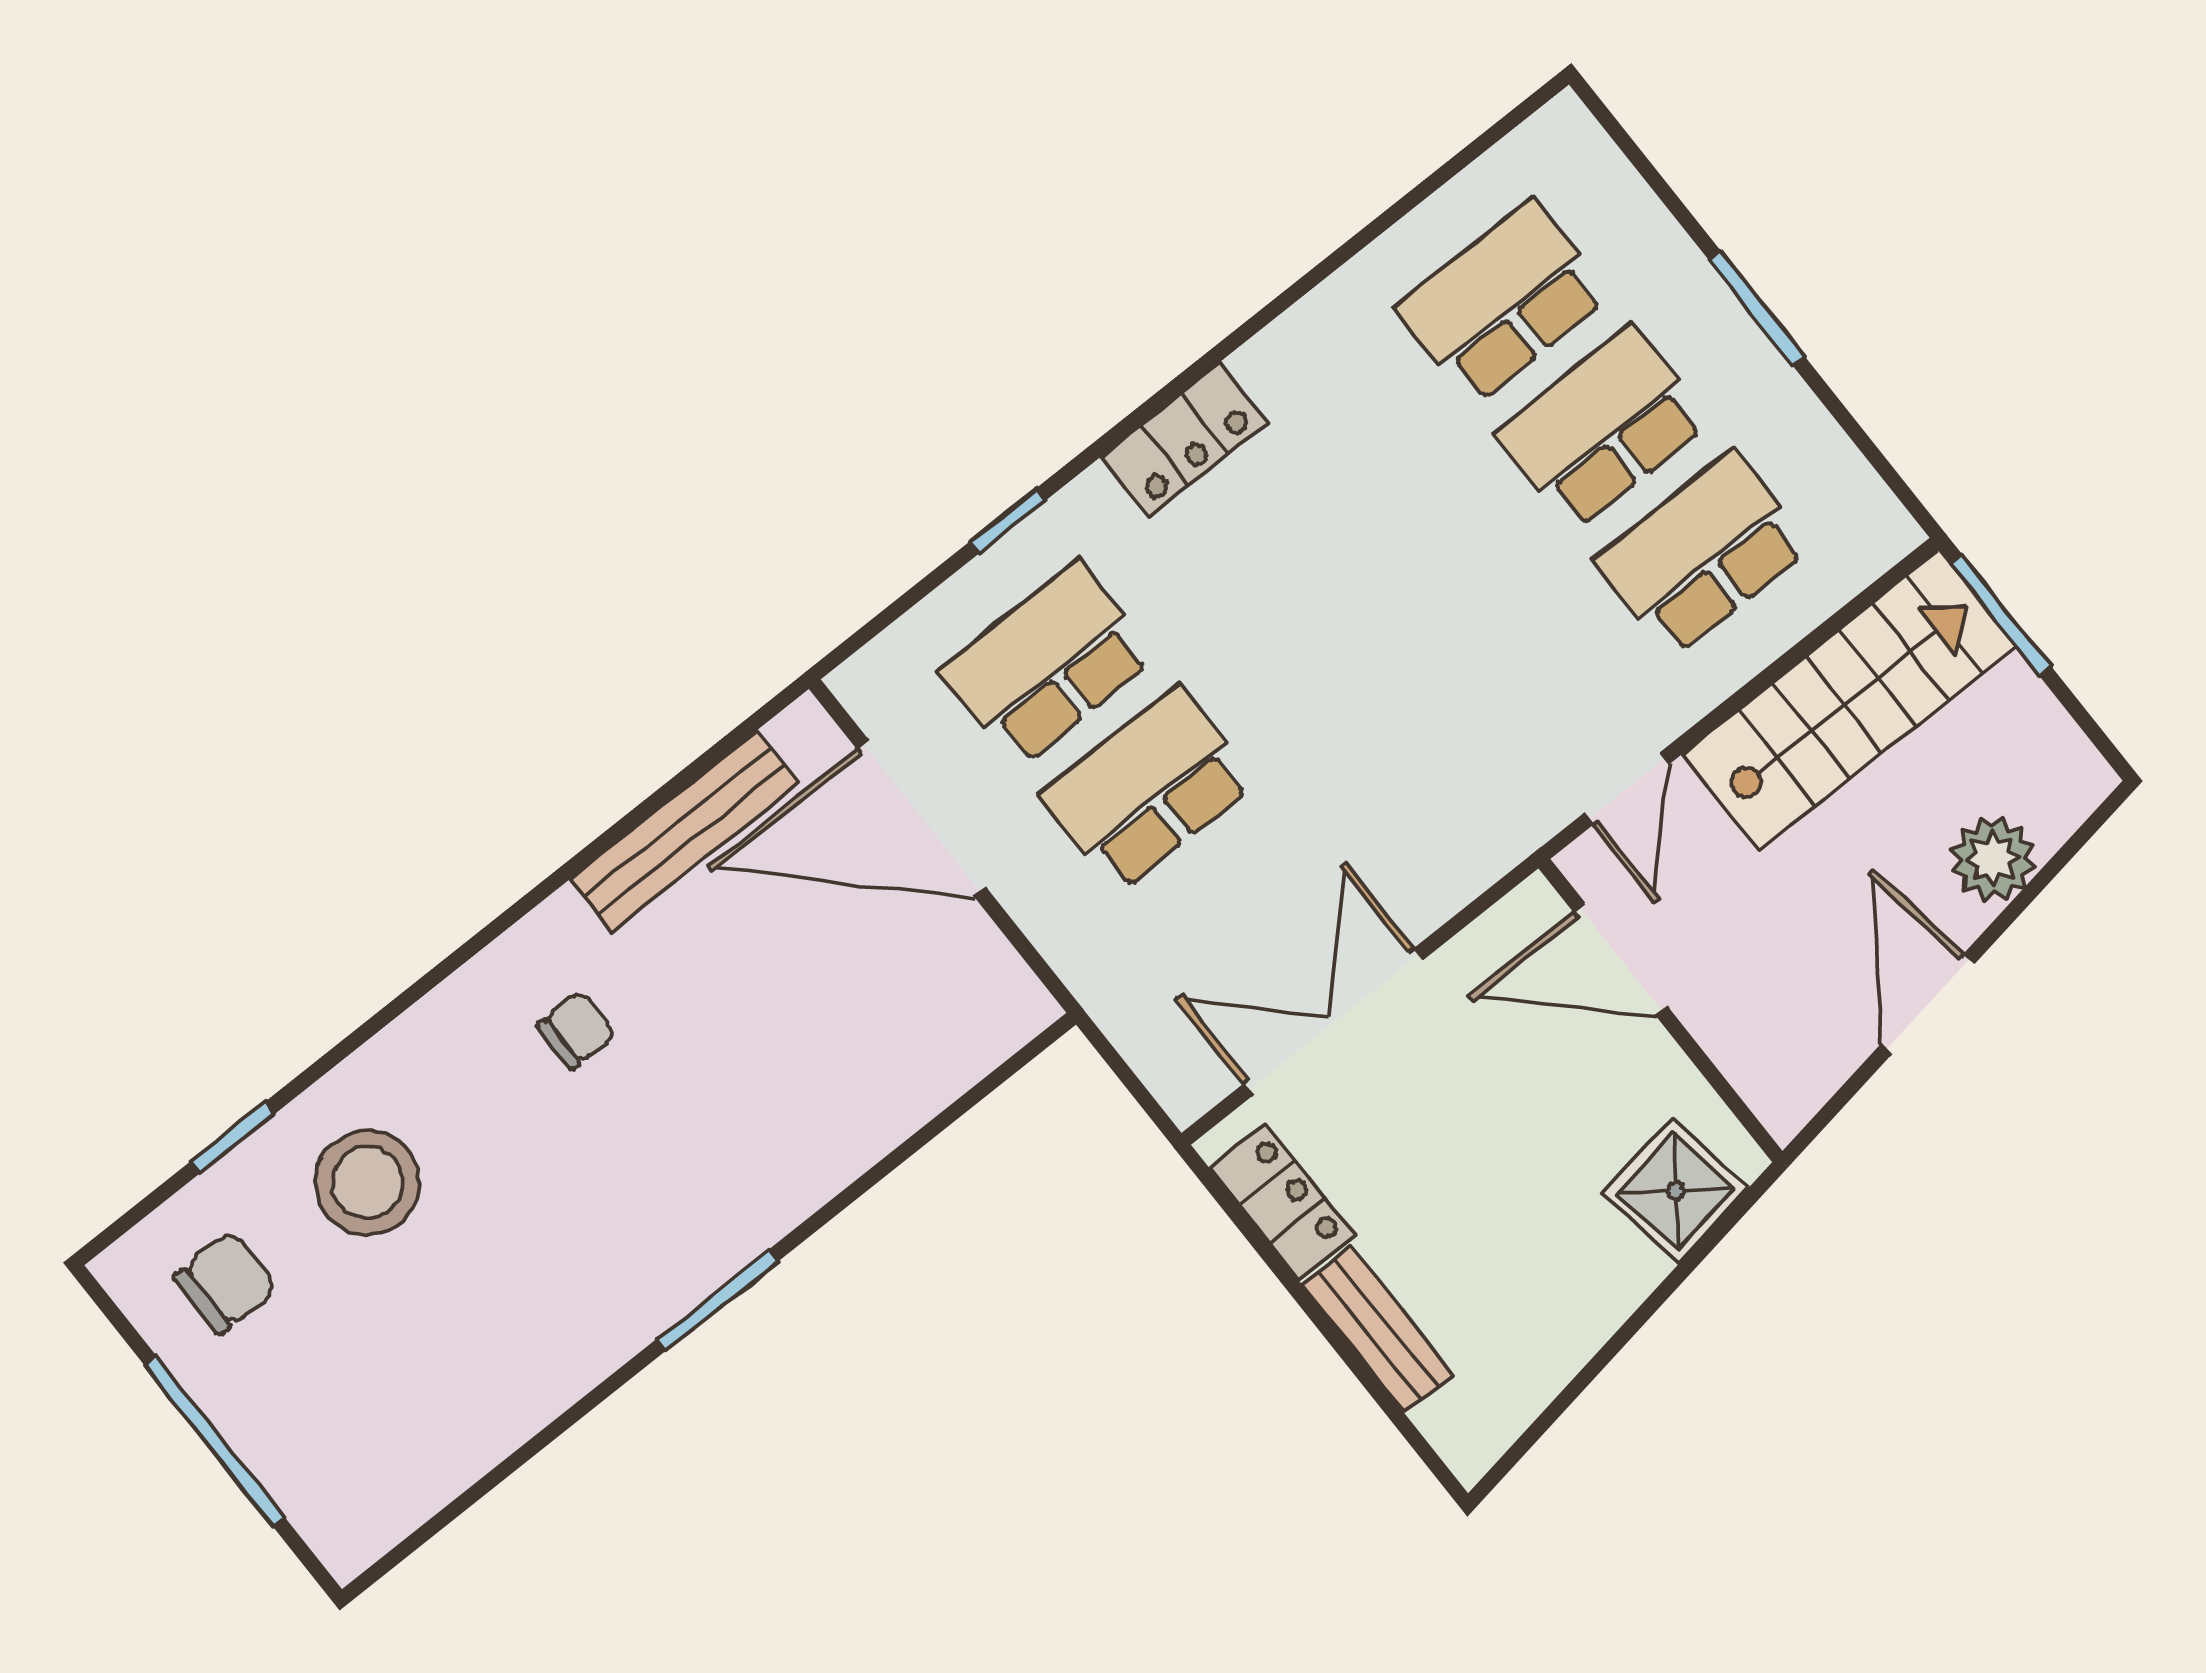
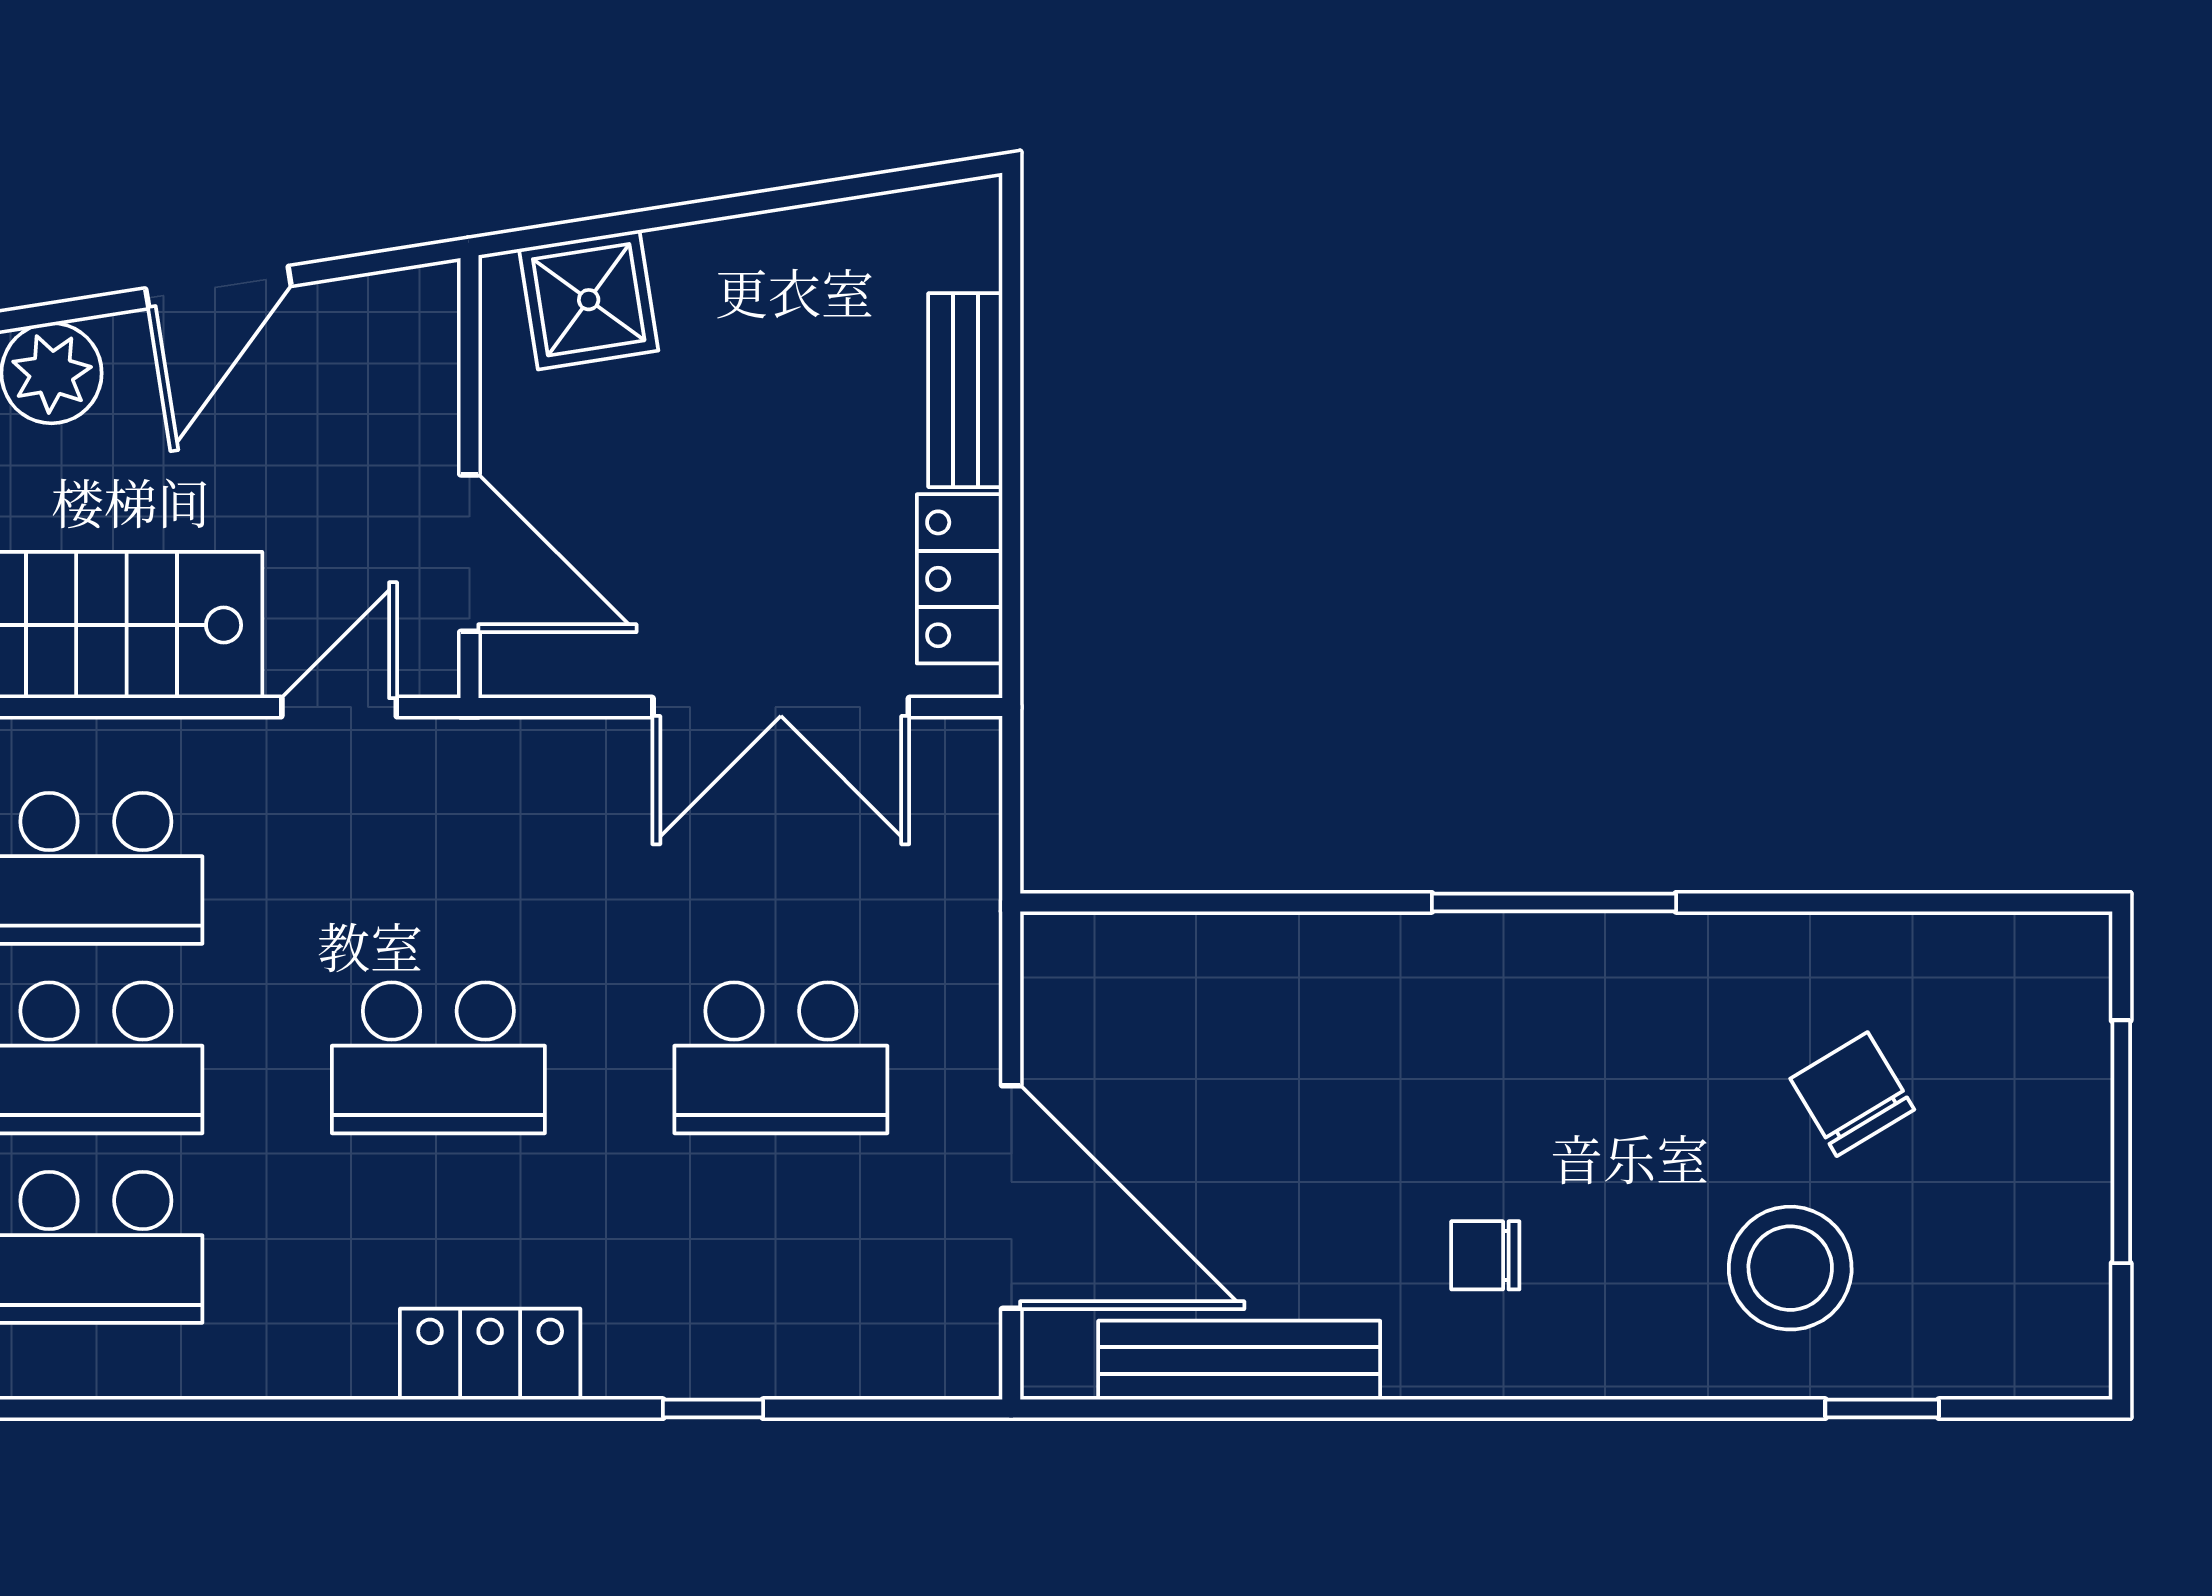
school desk: (1048, 664) -> (438, 1058), moved
chair: (226, 1283) -> (1852, 1094), moved, turned 59
window: (717, 1300) -> (1554, 902), width x1.44

